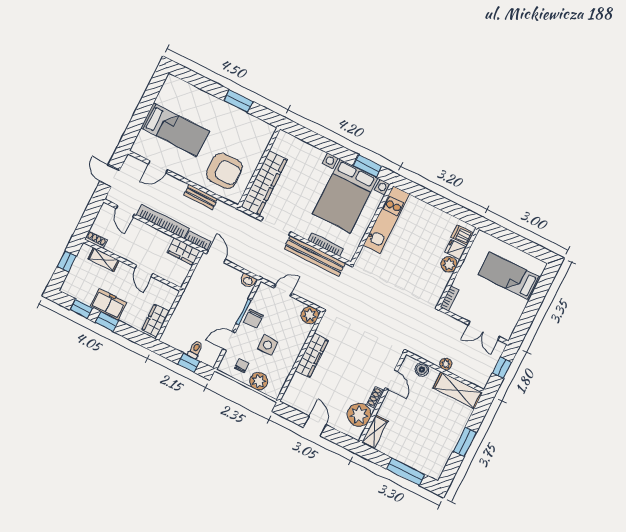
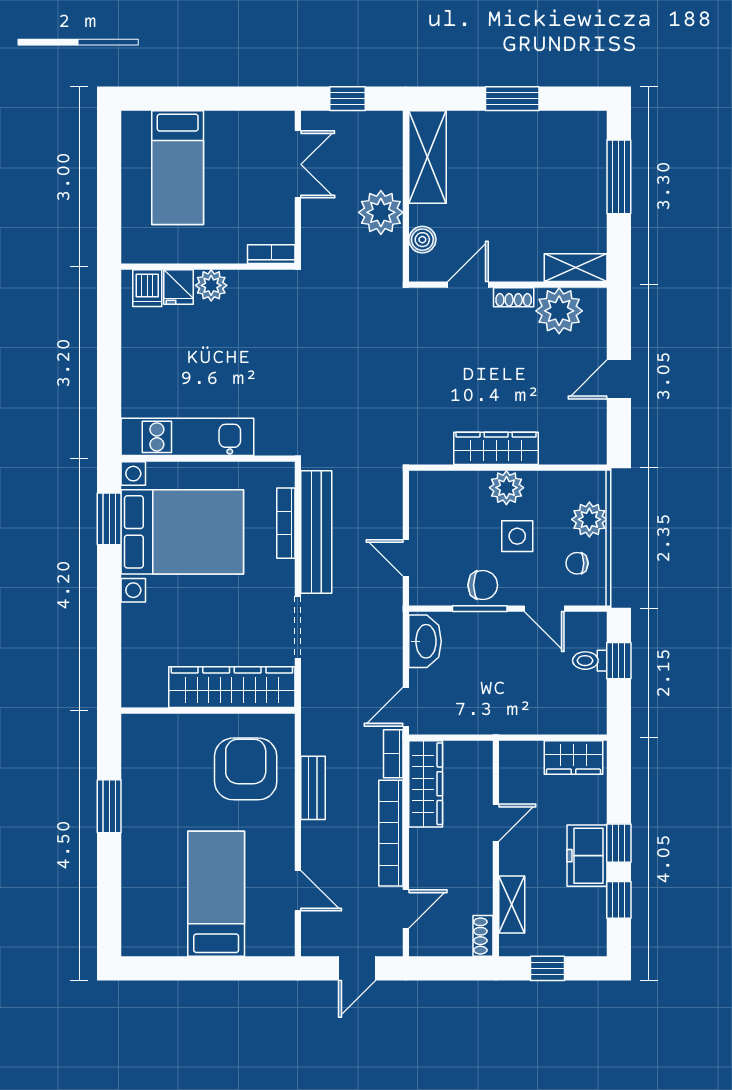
wardrobe: (184, 251) -> (426, 784), width x1.50
washbasin: (248, 281) -> (425, 641), width x1.91, depth x1.45
plant: (310, 315) -> (506, 488), moved
plant: (446, 364) -> (381, 212), width x1.87, depth x1.87

